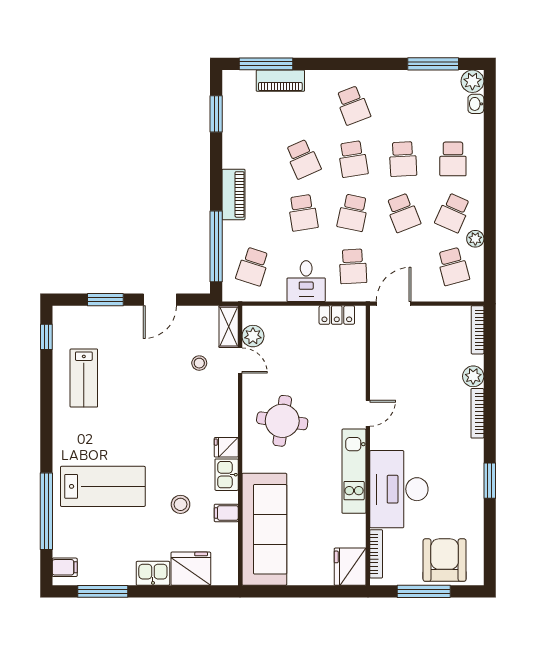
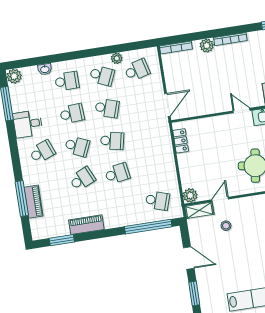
window: (266, 64) -> (22, 199), moved
washbasin: (476, 104) -> (45, 69), moved
school desk: (353, 159) -> (77, 146), turned 33
piano: (233, 194) -> (86, 225), moved
school desk: (403, 213) -> (107, 108), turned 39
school desk: (353, 266) -> (147, 135), removed
desk: (306, 281) -> (28, 124), moved, turned 180
door: (394, 304) -> (167, 105), swing flipped
plant: (253, 336) -> (190, 195), moved

